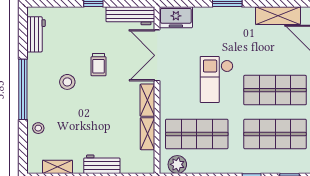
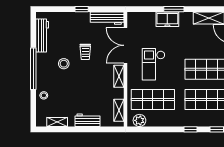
freezer: (176, 17) -> (167, 19), moved
workbench: (36, 34) -> (42, 35), width x1.38
checkout: (217, 79) -> (153, 64), moved
shelving: (148, 134) -> (119, 110), moved

